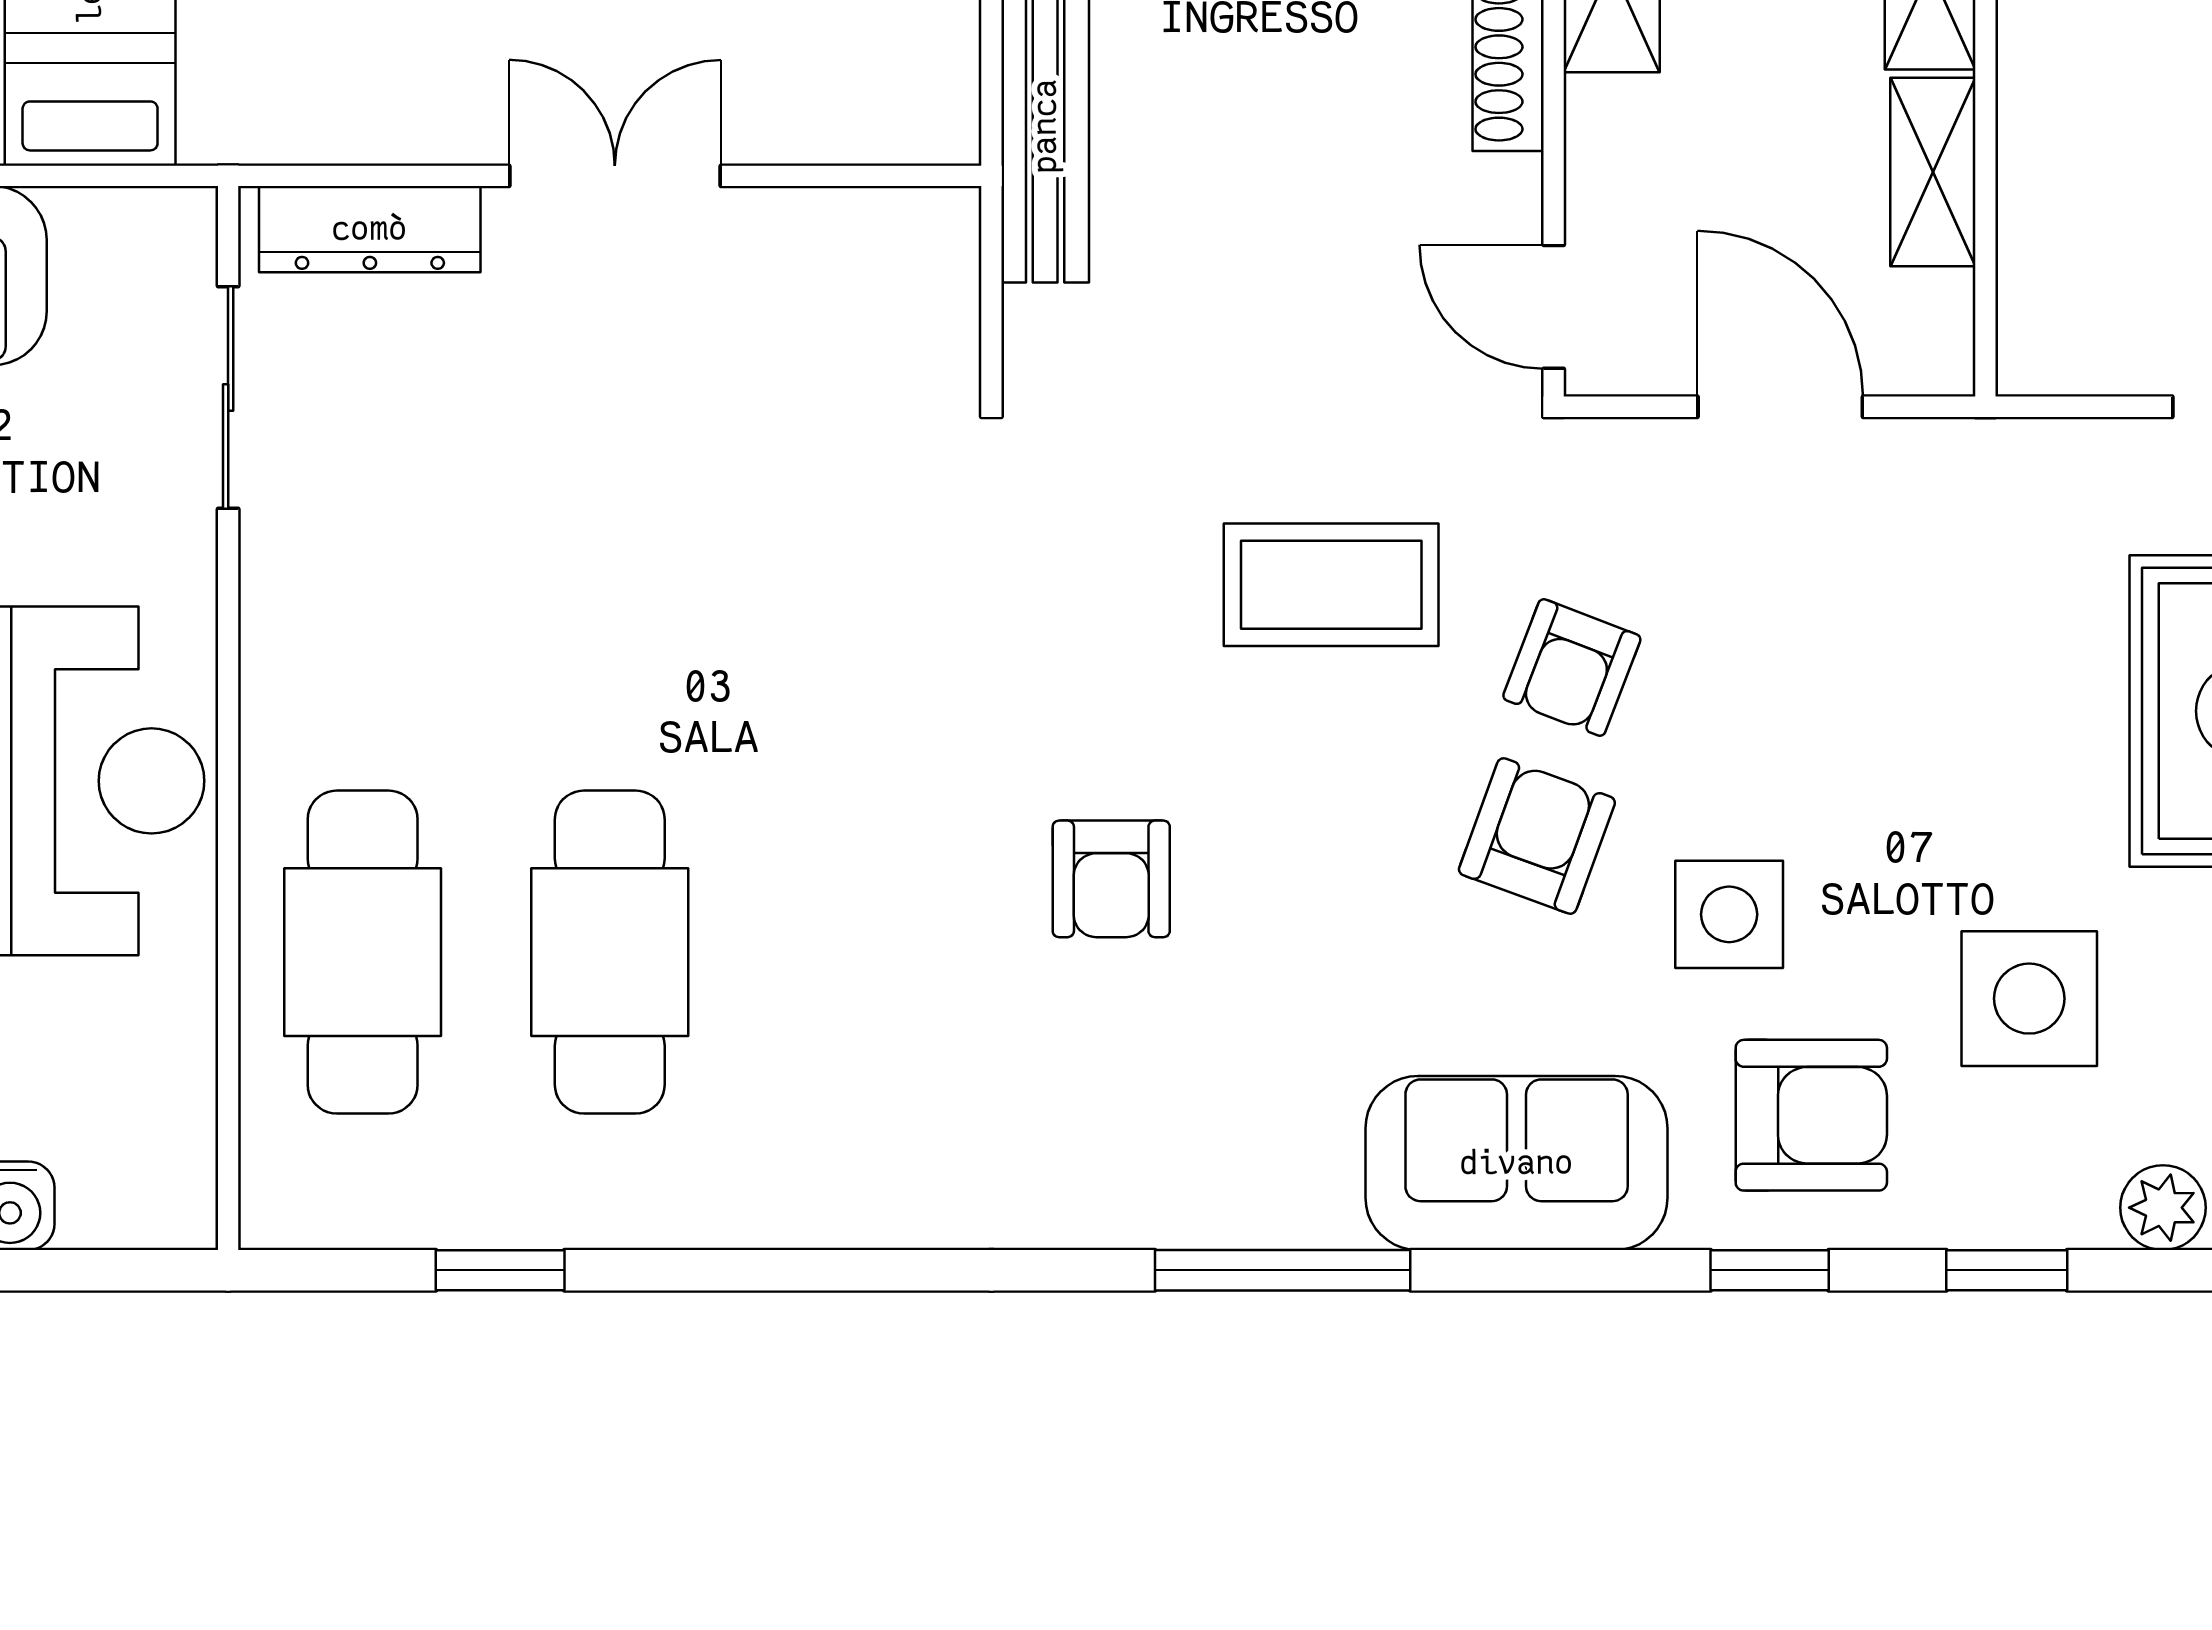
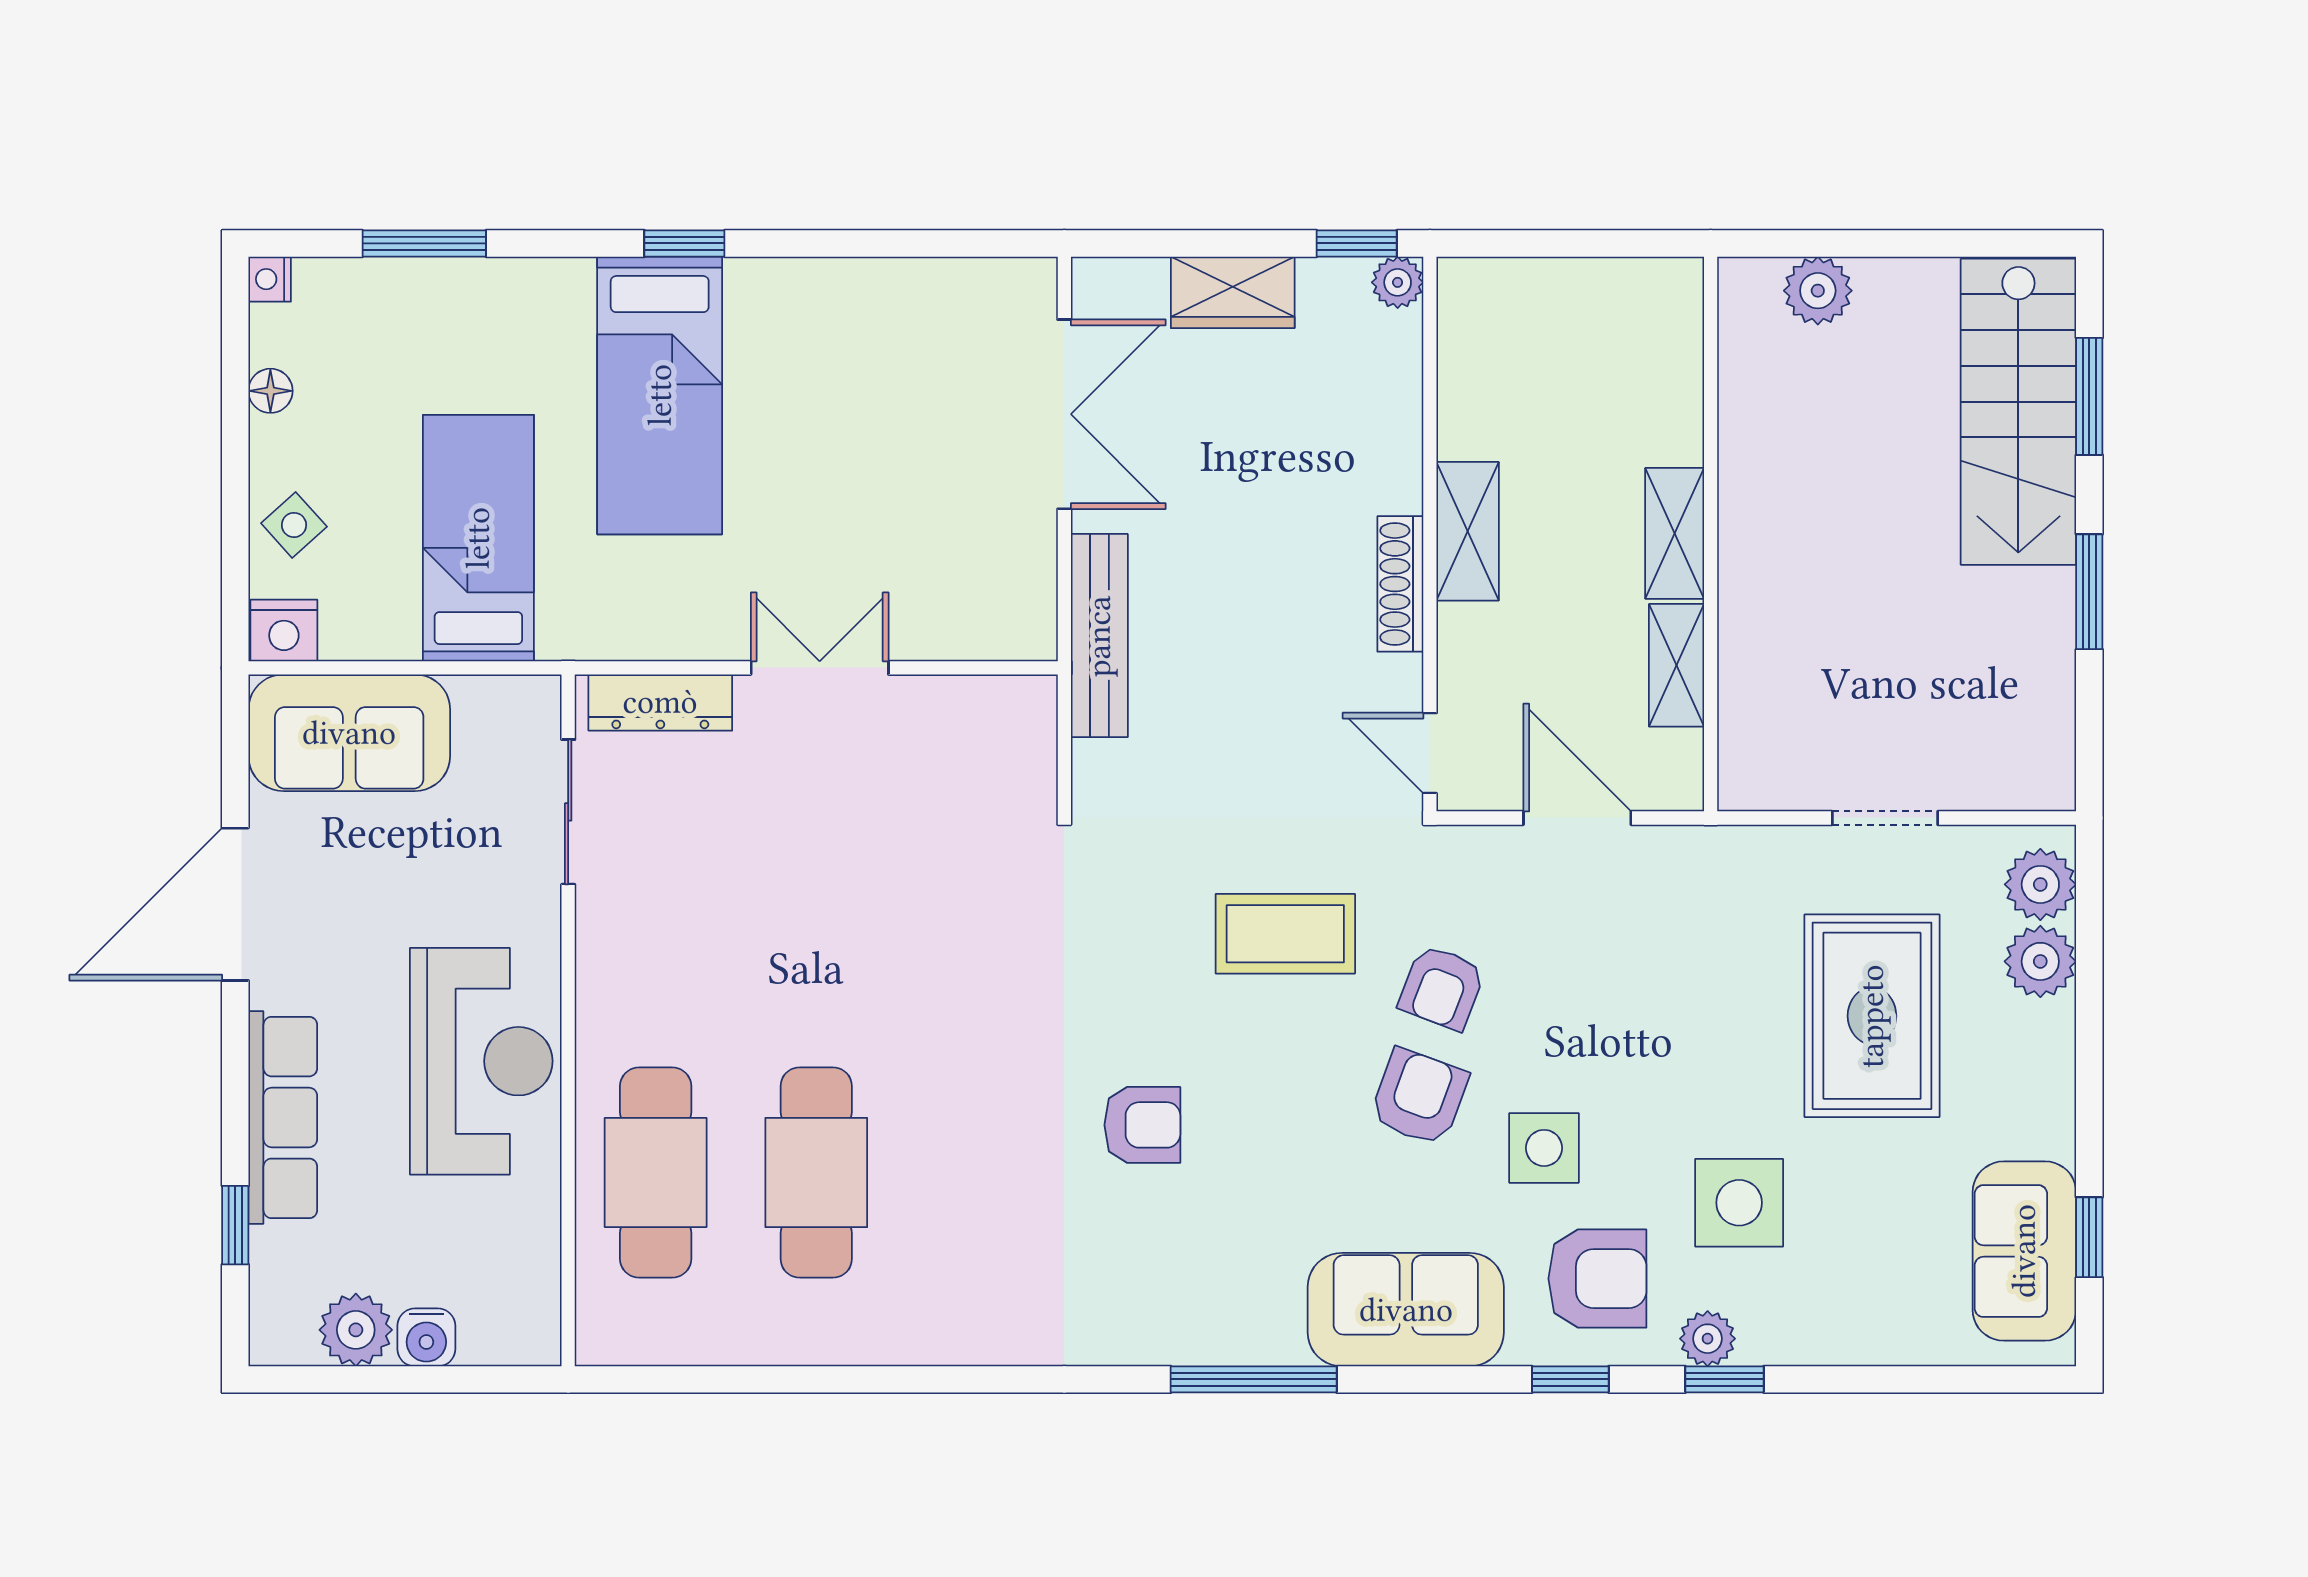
armchair: (1111, 879) -> (1142, 1125), turned -90
plant: (2163, 1208) -> (1708, 1339), moved
window: (500, 1270) -> (745, 1379), removed

